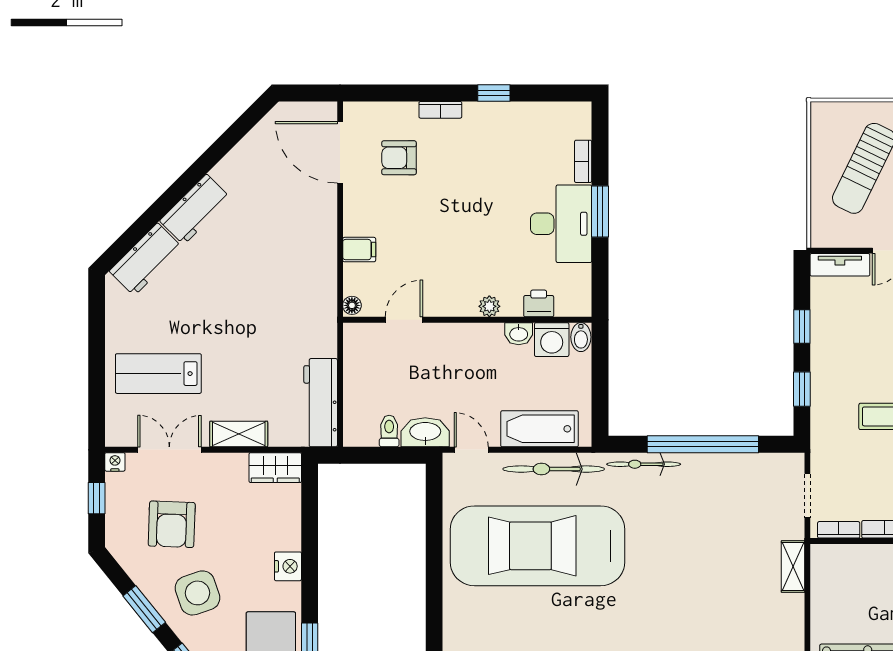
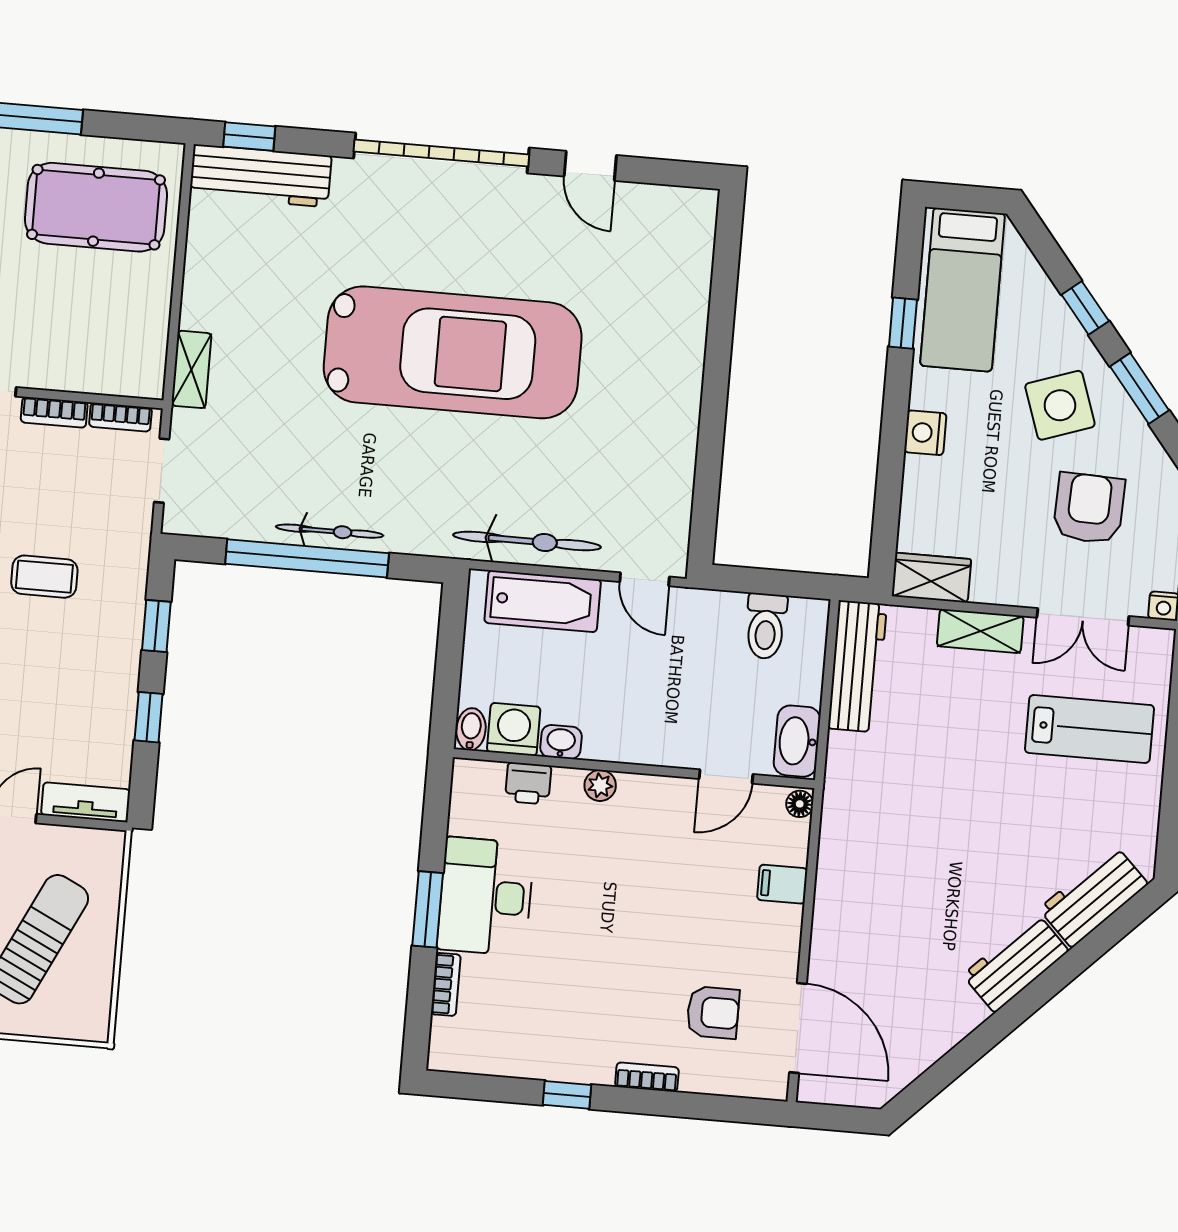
toilet: (389, 431) -> (766, 626), width x1.37, depth x1.39
washbasin: (425, 432) -> (797, 741), moved, turned 90
bicycle: (644, 464) -> (330, 531), moved
car: (538, 546) -> (453, 352), moved

